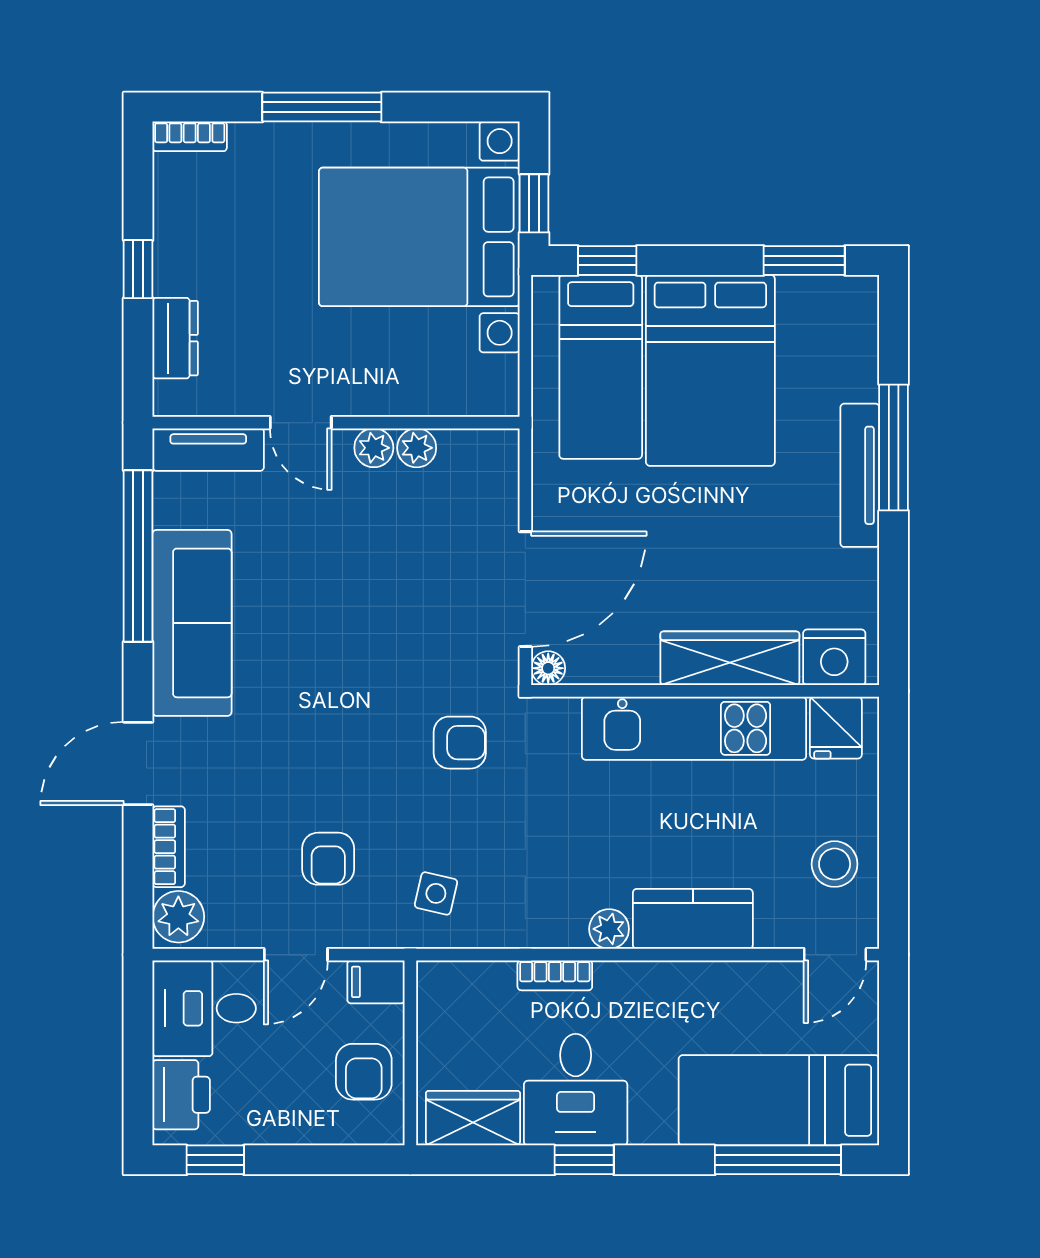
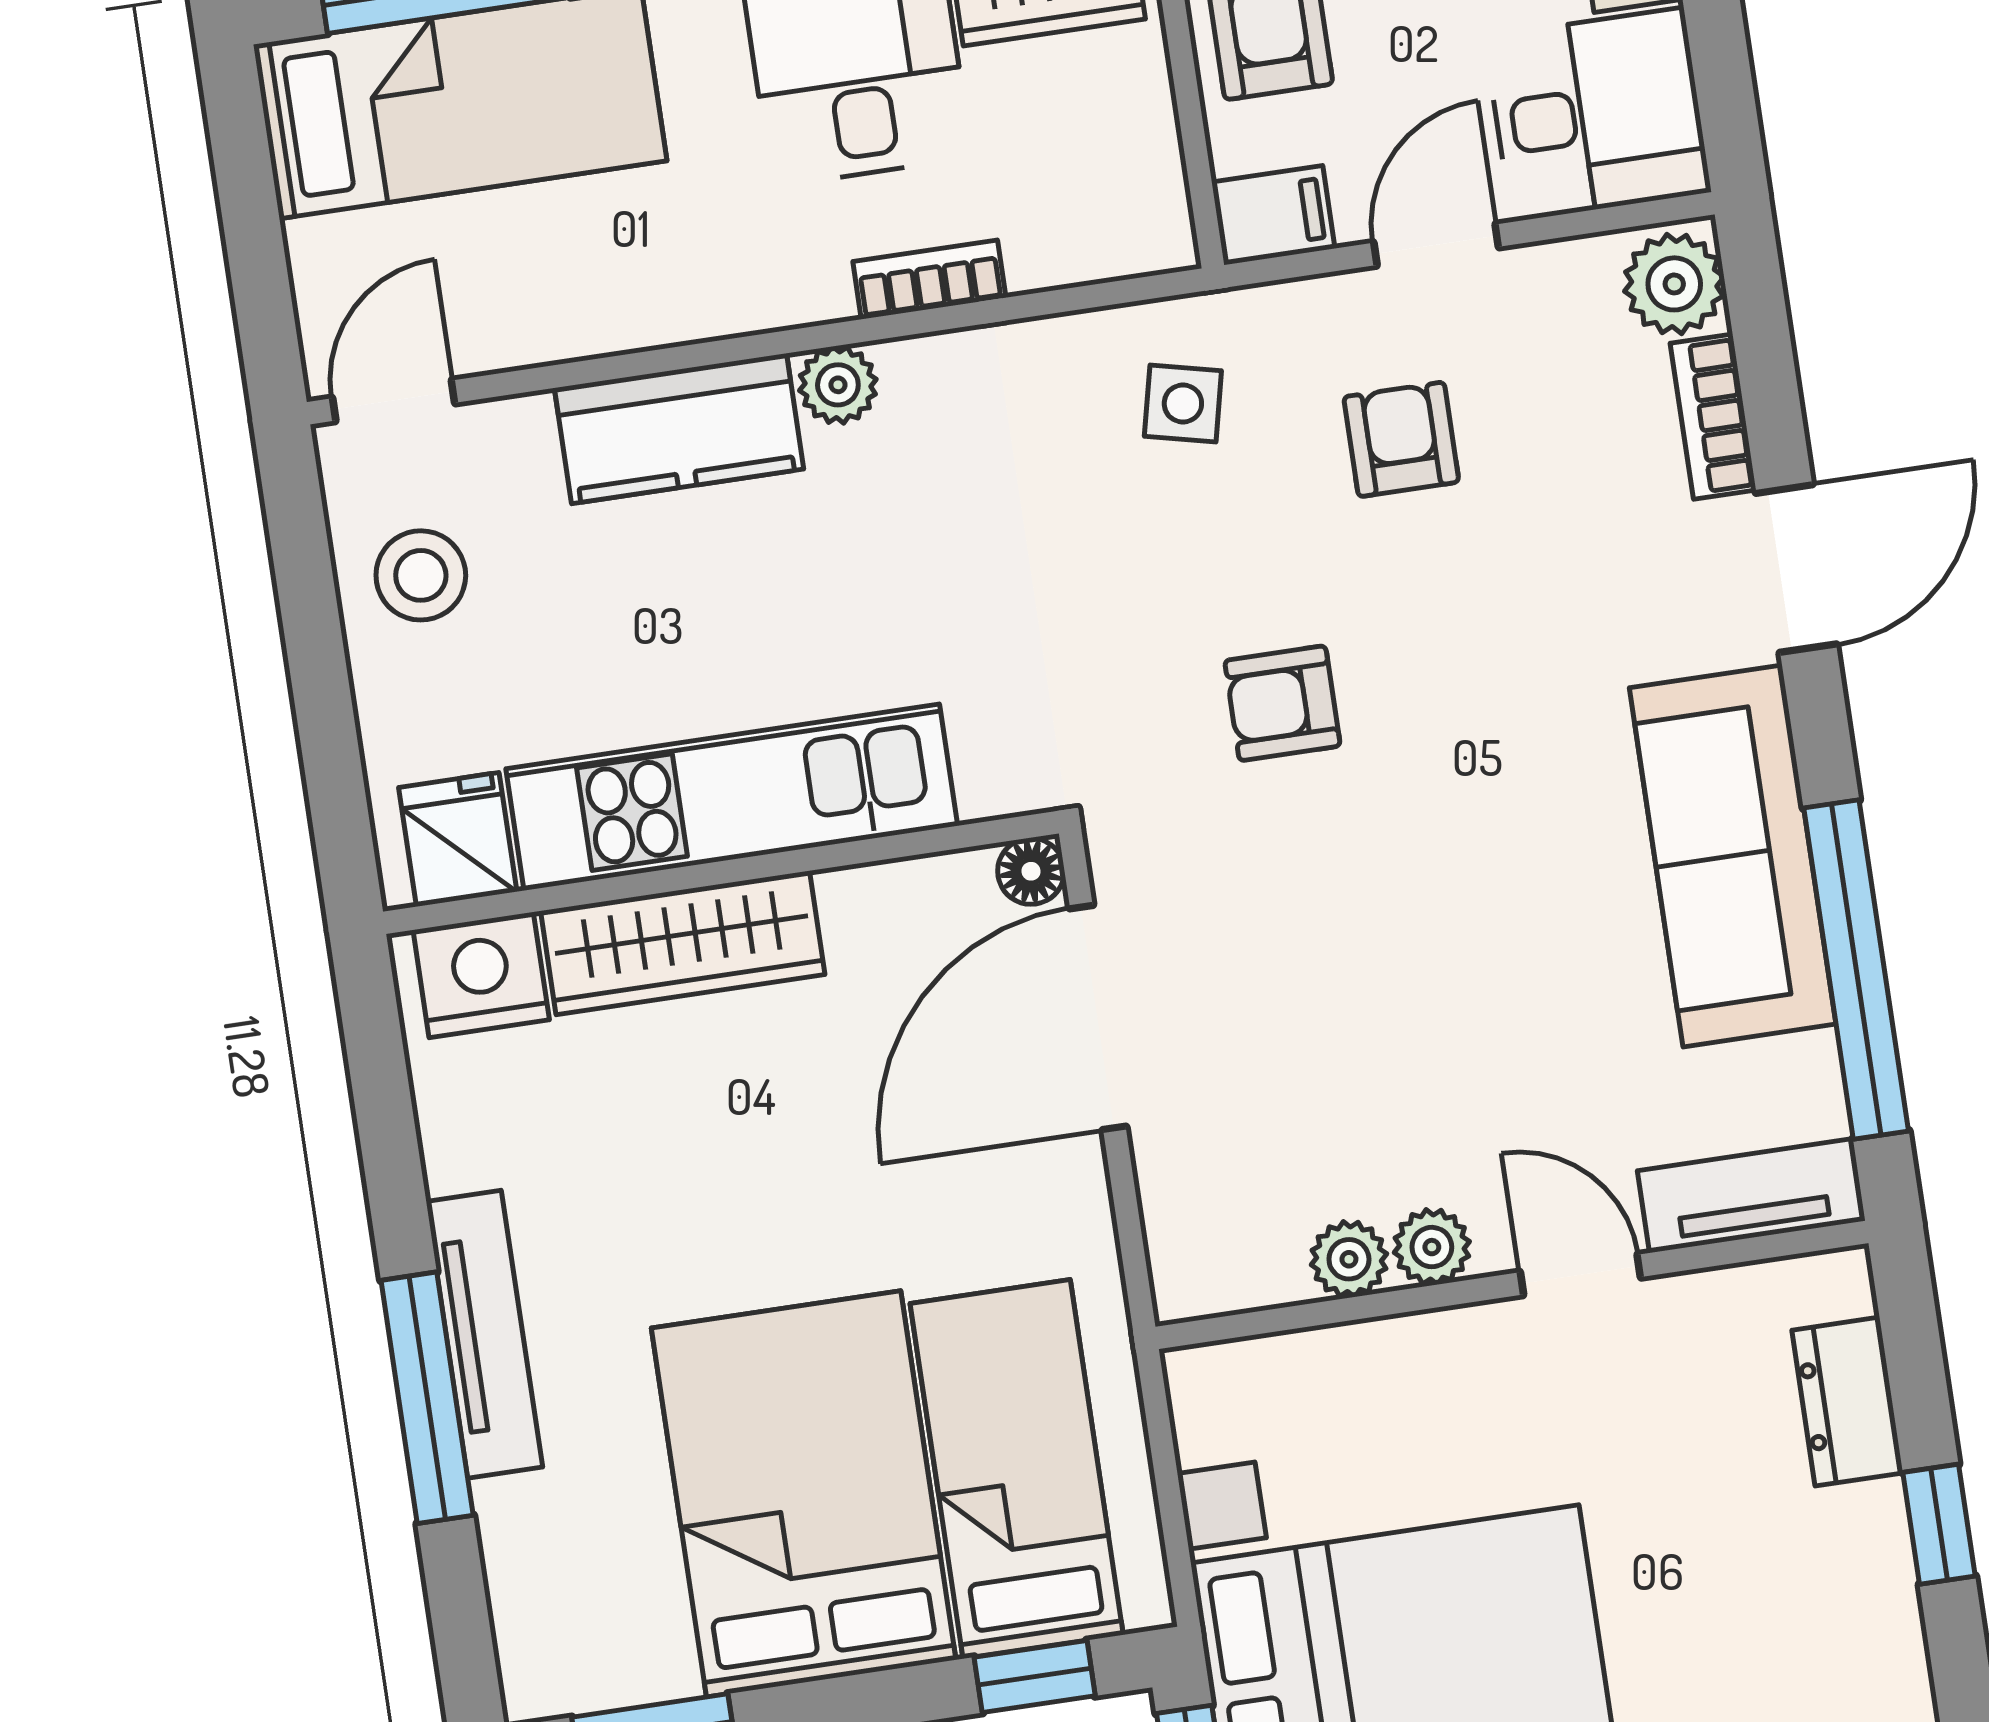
armchair: (460, 743) -> (1282, 703), moved

